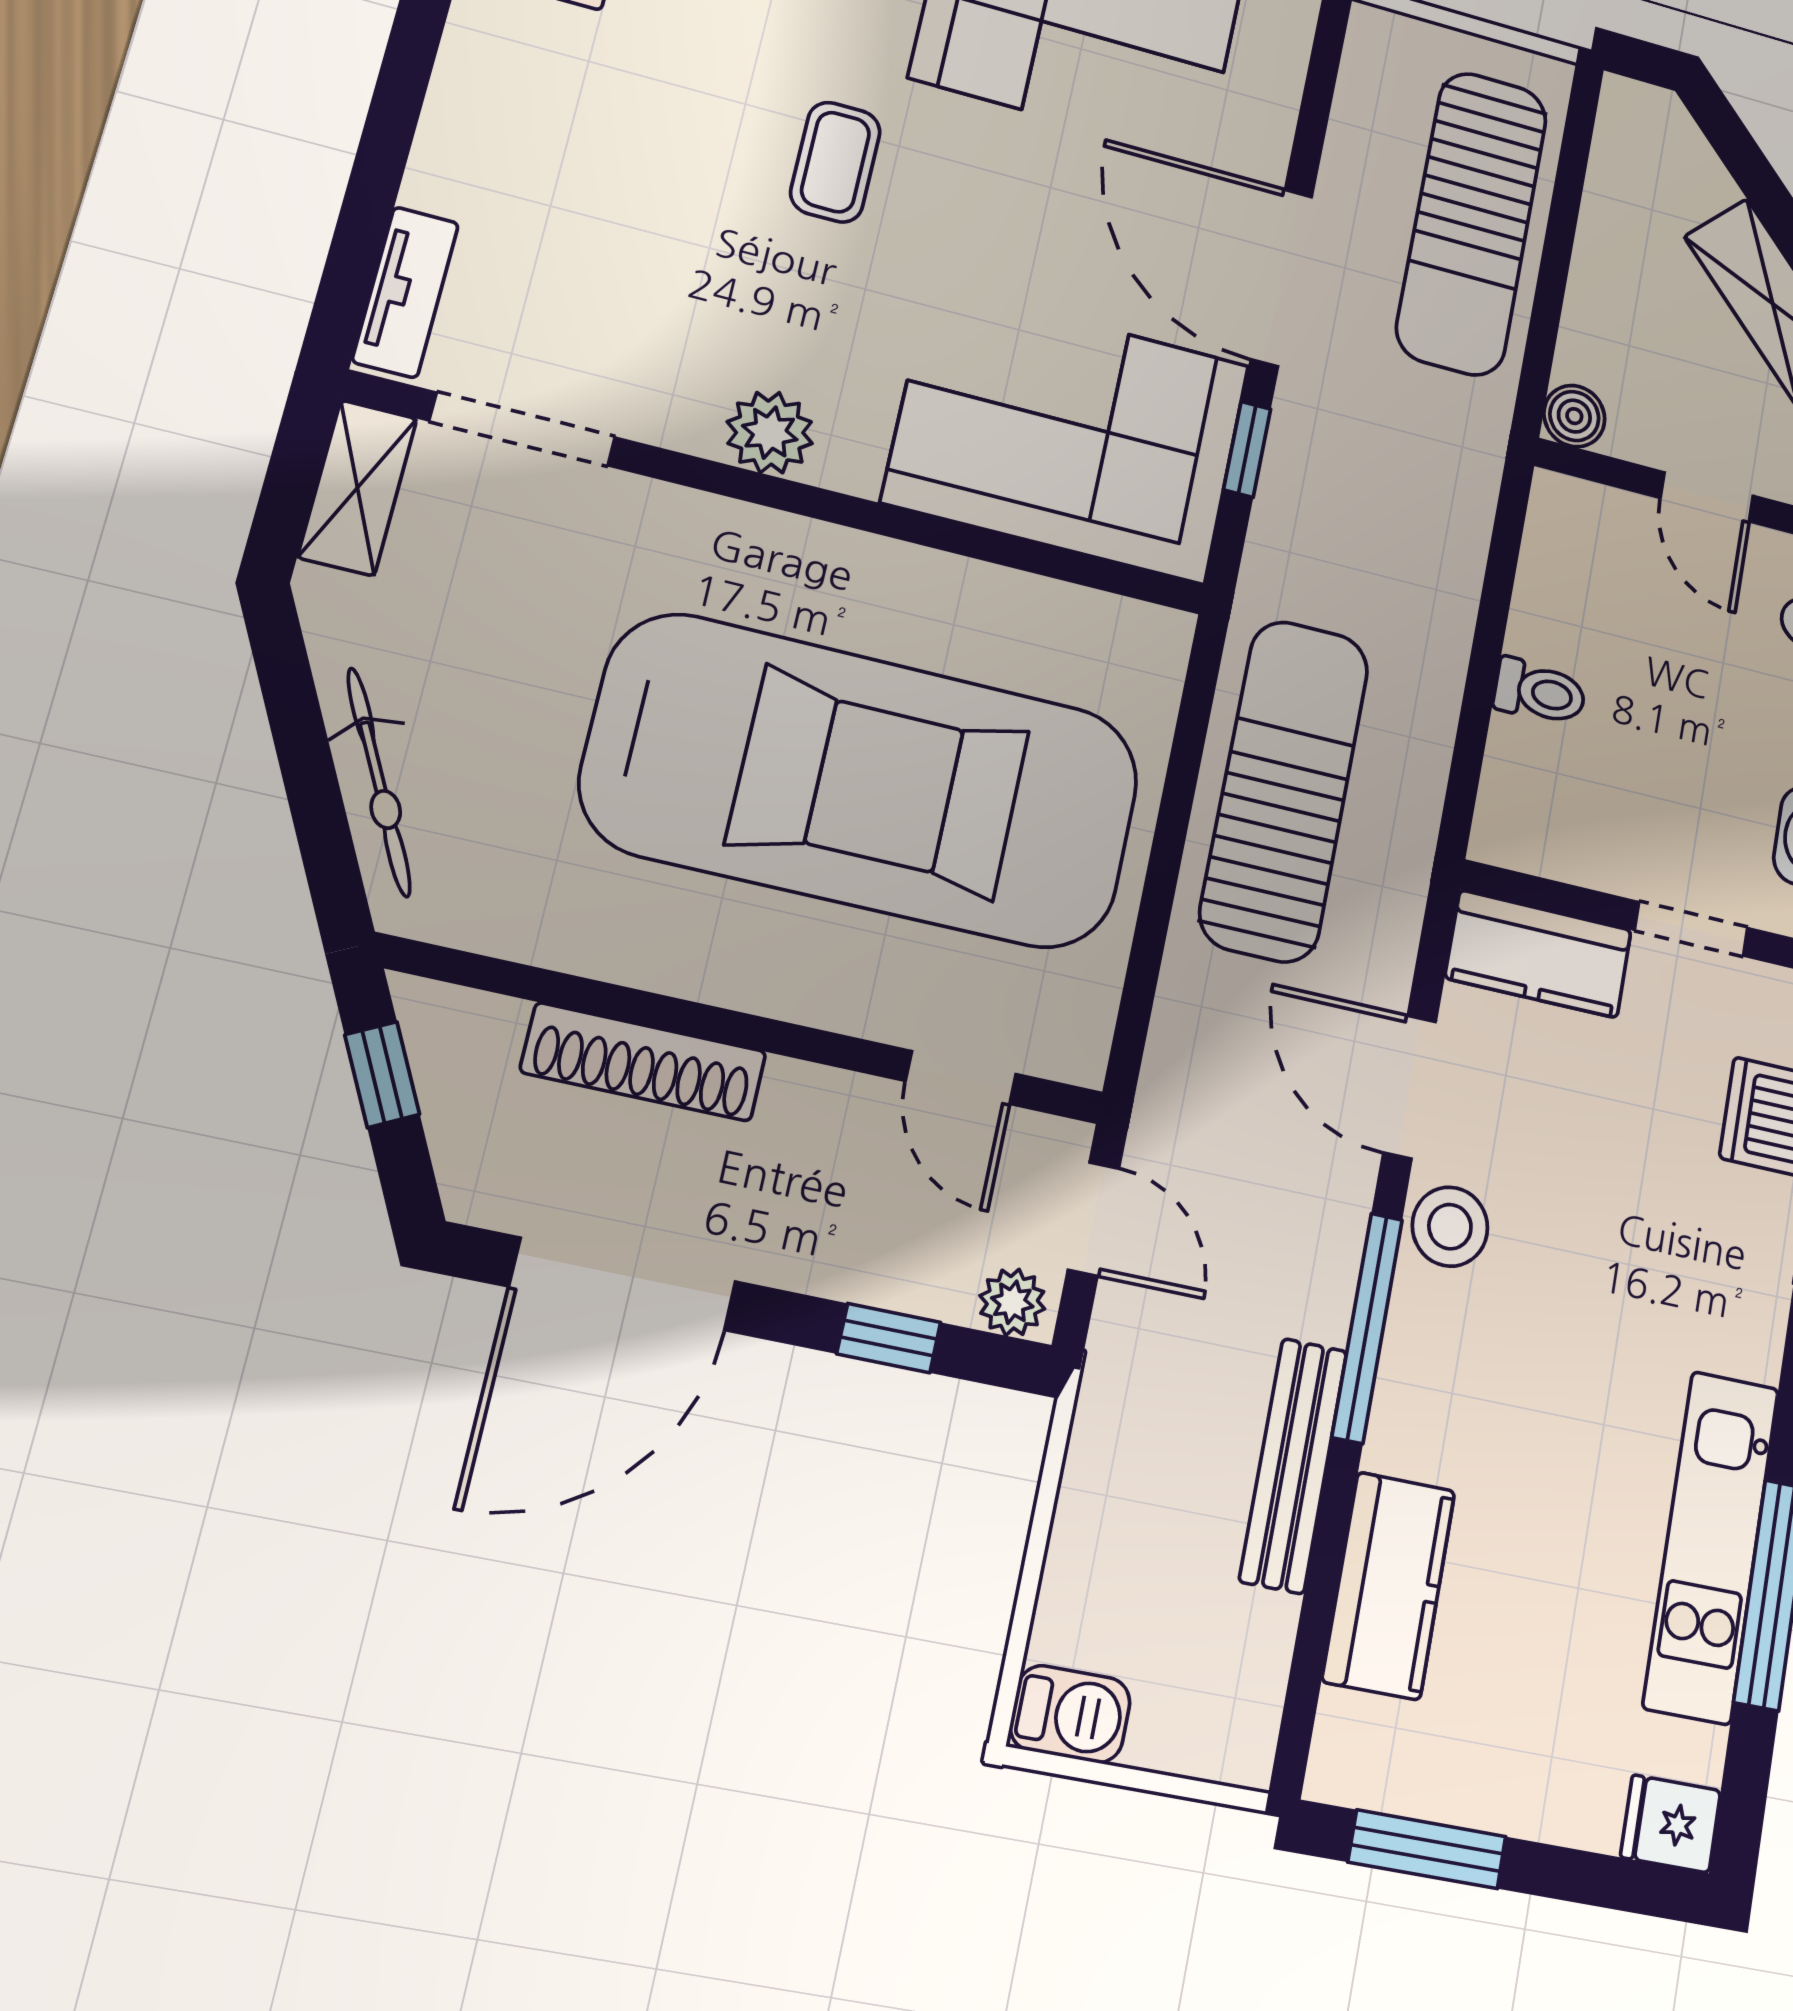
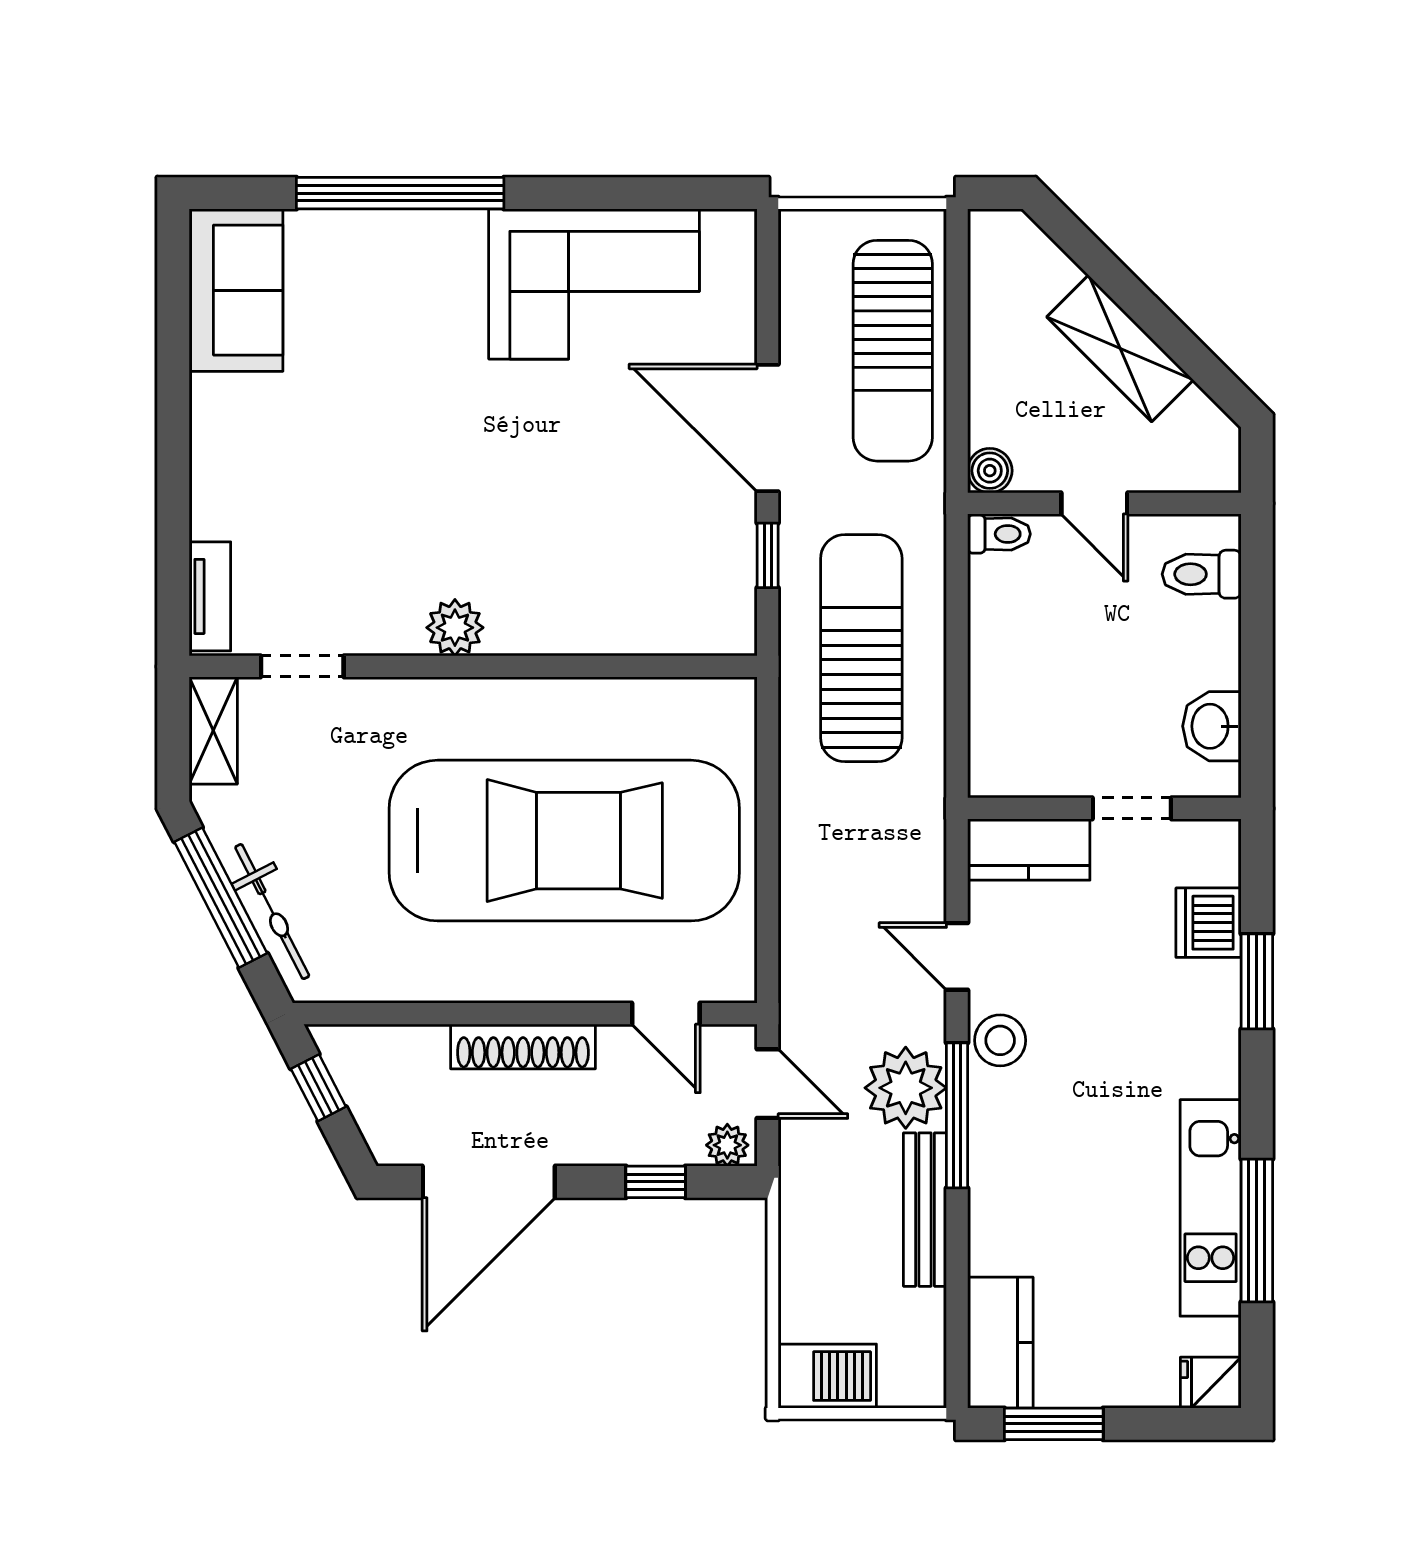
coffee table: (835, 162) -> (455, 432), removed
doorway: (523, 429) -> (302, 666), width x0.73
corner sofa: (1067, 433) -> (646, 577), removed
toilet: (1540, 692) -> (999, 534), moved
window: (301, 741) -> (221, 898), added
sun lounger: (1284, 790) -> (861, 648), moved
shoe rack: (644, 1062) -> (523, 1047), moved
door: (1410, 1087) -> (957, 956), width x0.73
plant: (1299, 1269) -> (906, 1088), added
kitchen counter: (1389, 1586) -> (1000, 1343), moved
barbecue: (1070, 1714) -> (827, 1376), width x1.38, depth x1.27

